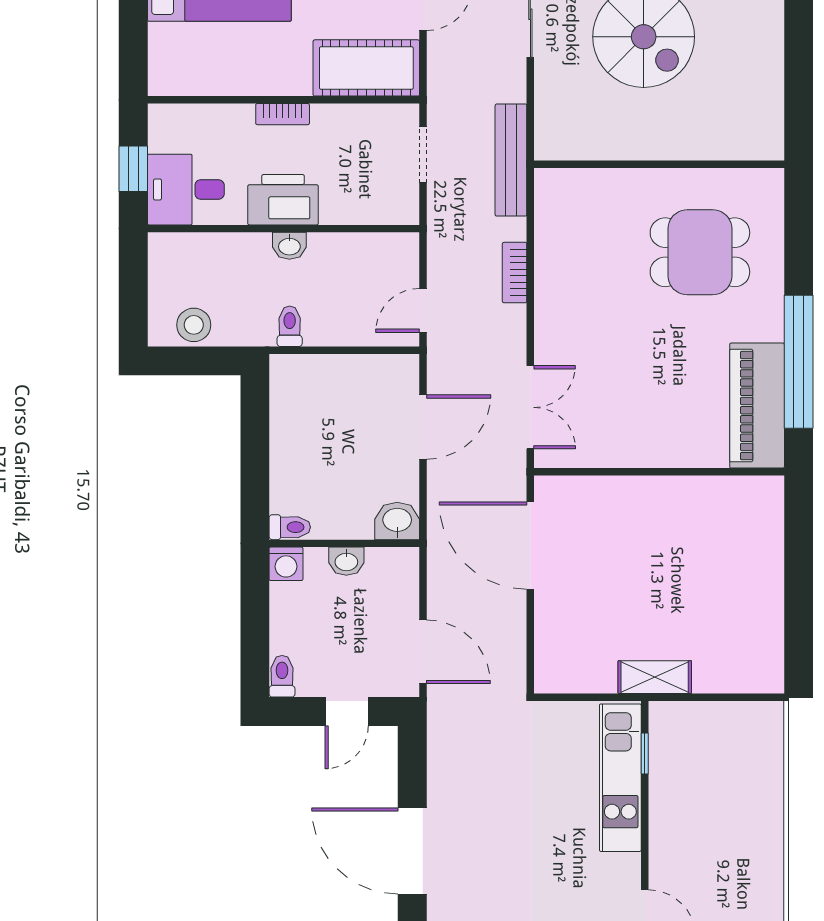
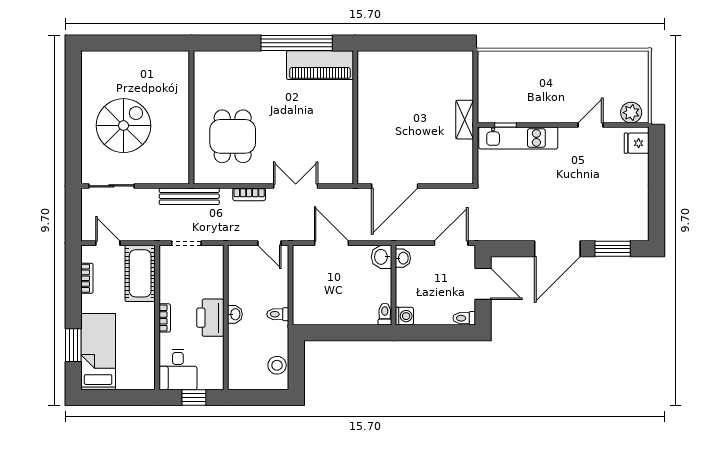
desk: (186, 190) -> (178, 369), moved
dining table: (700, 252) -> (233, 136), moved
double door: (530, 407) -> (296, 186), moved
washbasin: (346, 561) -> (403, 258), moved
door: (347, 711) -> (483, 284), width x1.38

